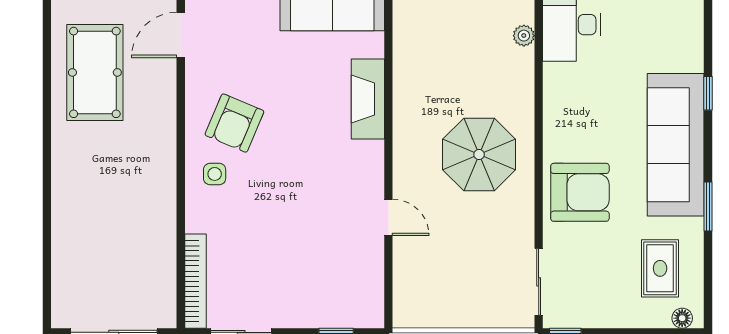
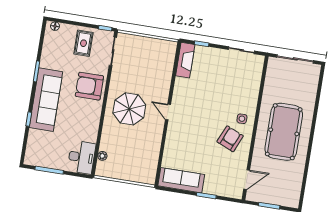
pool table: (95, 72) -> (284, 132), moved, width x1.36, depth x1.32
fireplace: (368, 99) -> (185, 60), moved
door: (388, 217) -> (168, 112), moved
rug: (660, 268) -> (83, 43), moved
bookcase: (196, 281) -> (257, 75), removed

